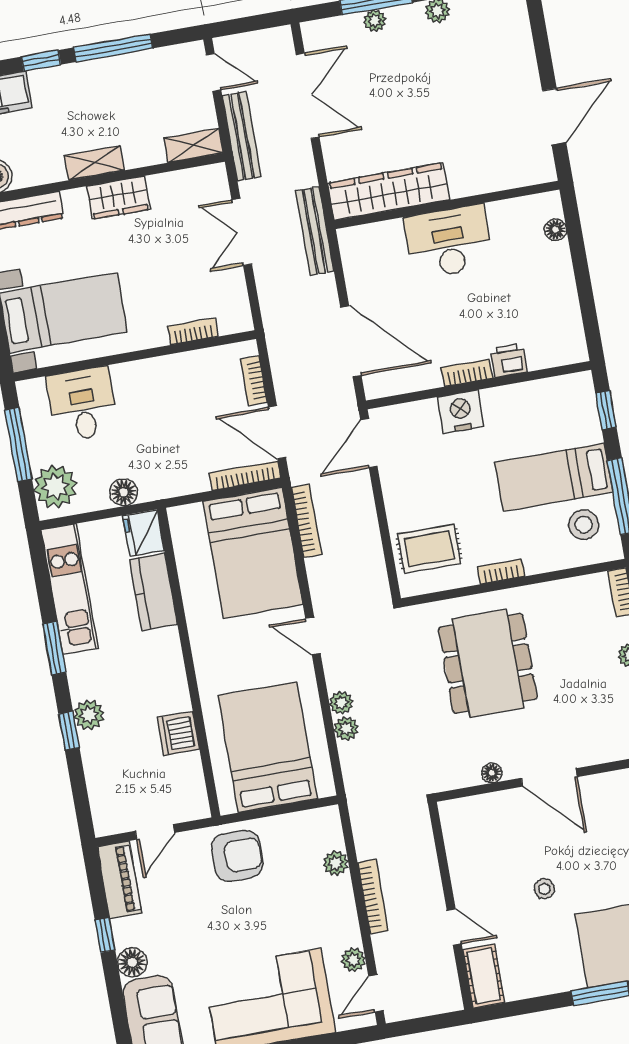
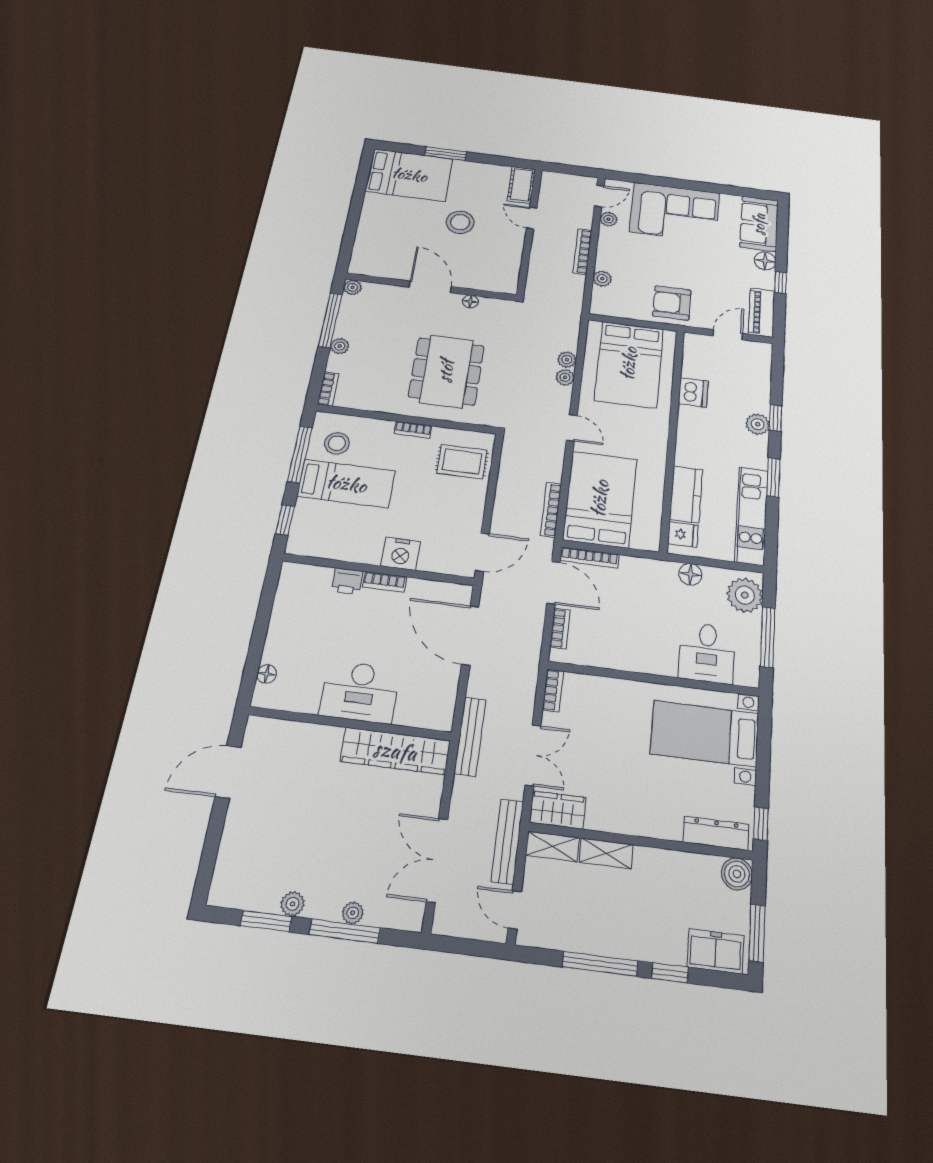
shelving: (94, 163) -> (606, 853), moved
wardrobe: (118, 198) -> (558, 810), moved
bookcase: (193, 331) -> (553, 690), moved, turned -90
fridge: (144, 534) -> (683, 534), width x0.72
stool: (544, 889) -> (460, 222), width x1.89, depth x1.89

